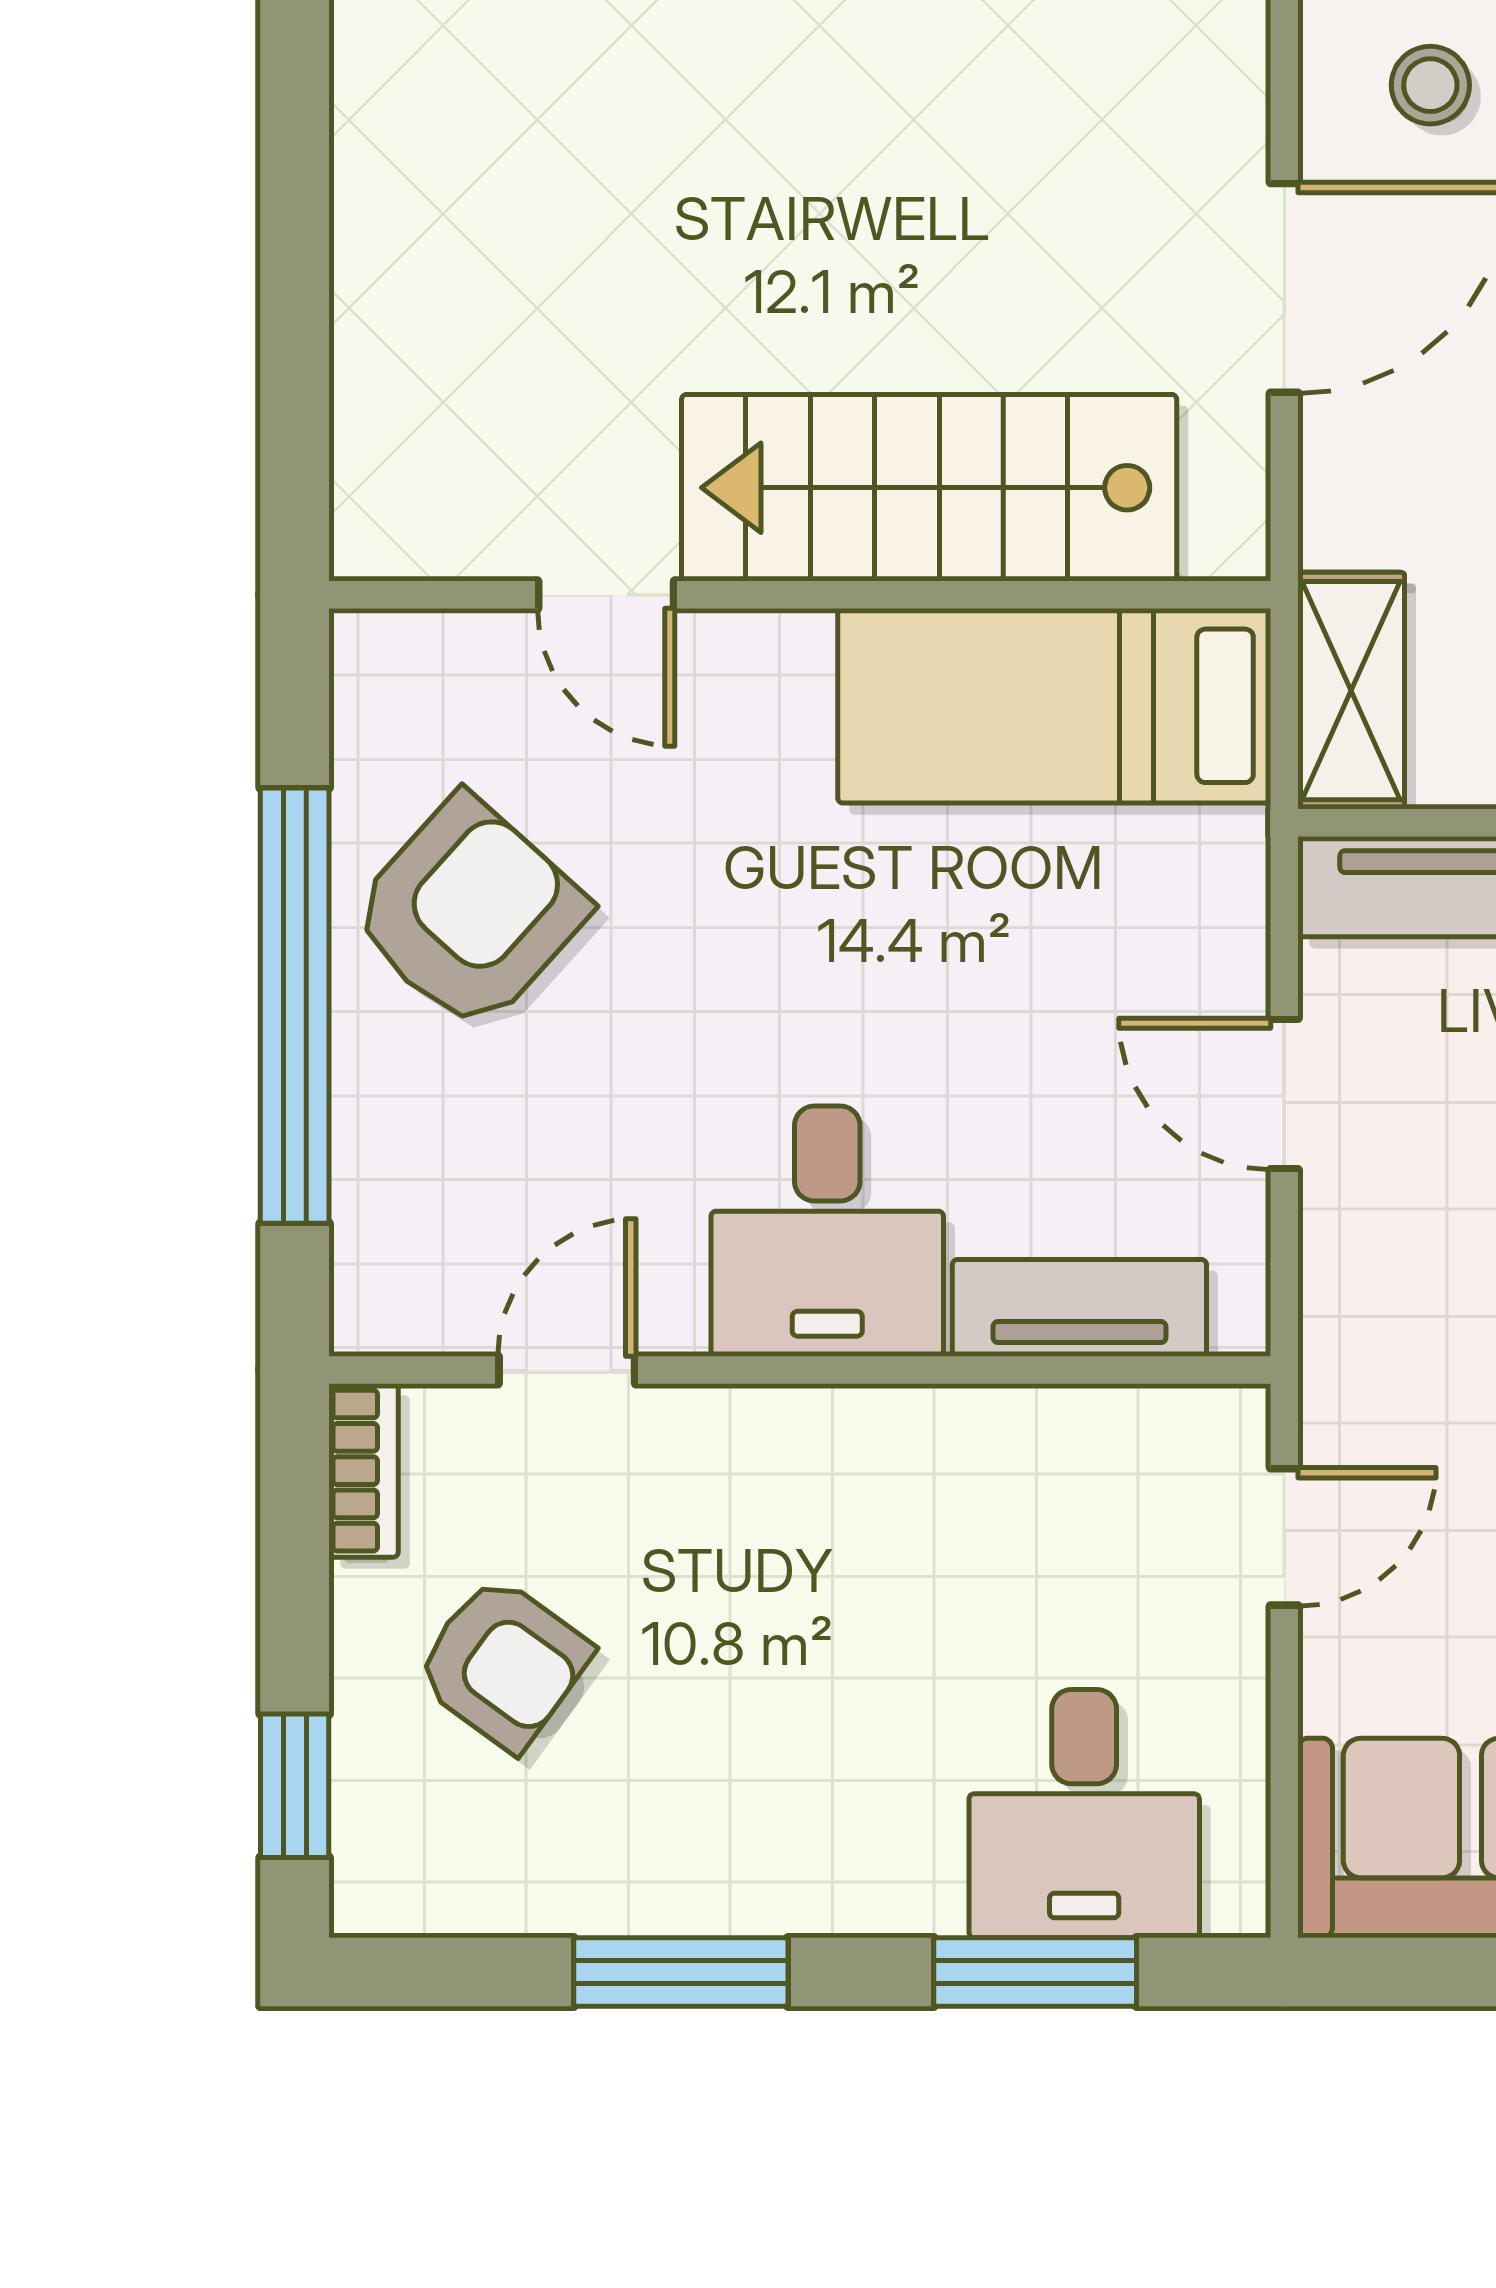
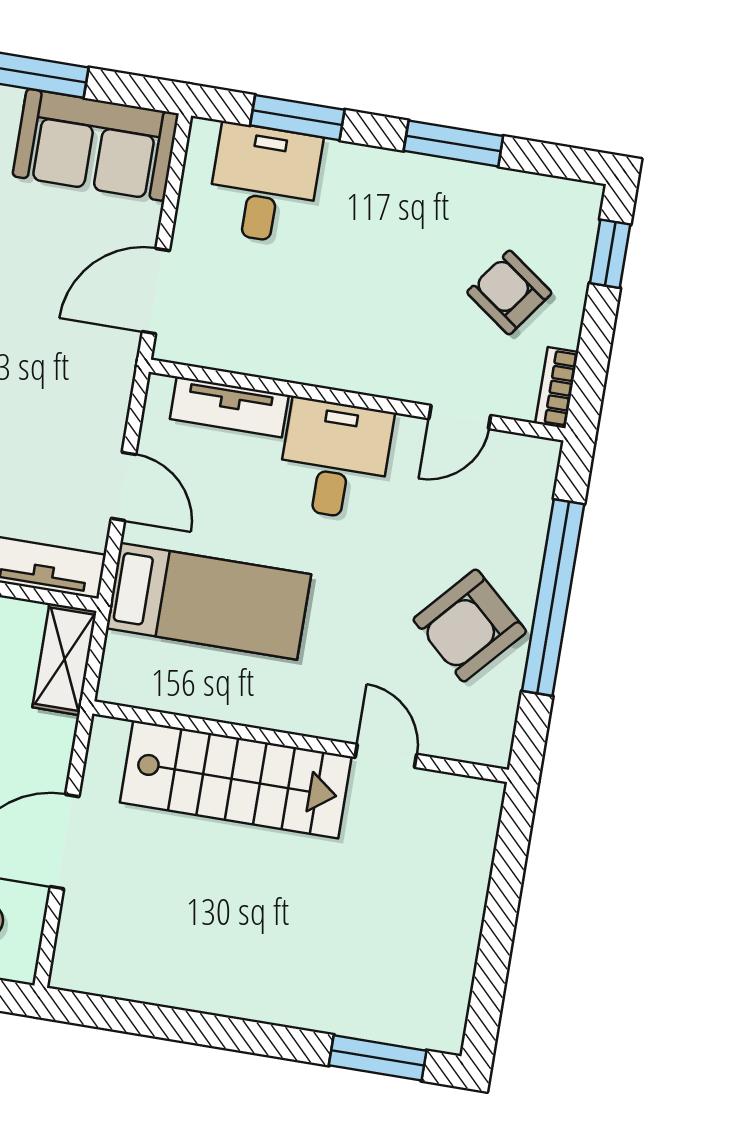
bed: (1054, 706) -> (209, 601), moved
door: (1284, 1537) -> (156, 291), width x1.38

